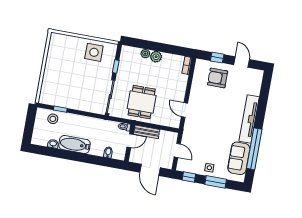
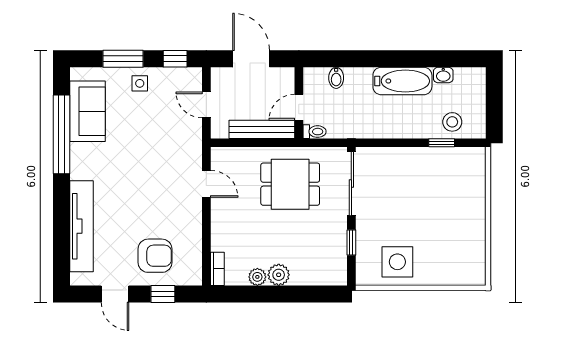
plant: (145, 54) -> (257, 277), moved
dining table: (142, 102) -> (290, 184), turned 90
tv unit: (249, 119) -> (82, 226), moved
bench: (147, 132) -> (262, 129), width x1.36

